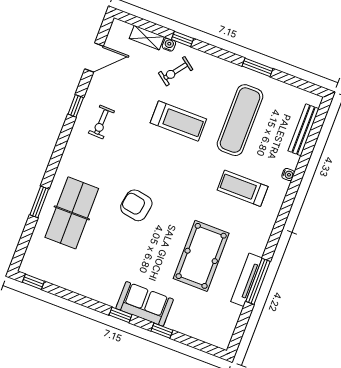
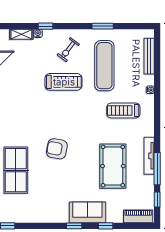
exercise bike: (176, 71) -> (68, 50), moved
exercise bike: (101, 122) -> (13, 102), removed
tv unit: (247, 280) -> (149, 156), moved
window: (243, 322) -> (157, 200), added
piano: (209, 334) -> (138, 216), added

